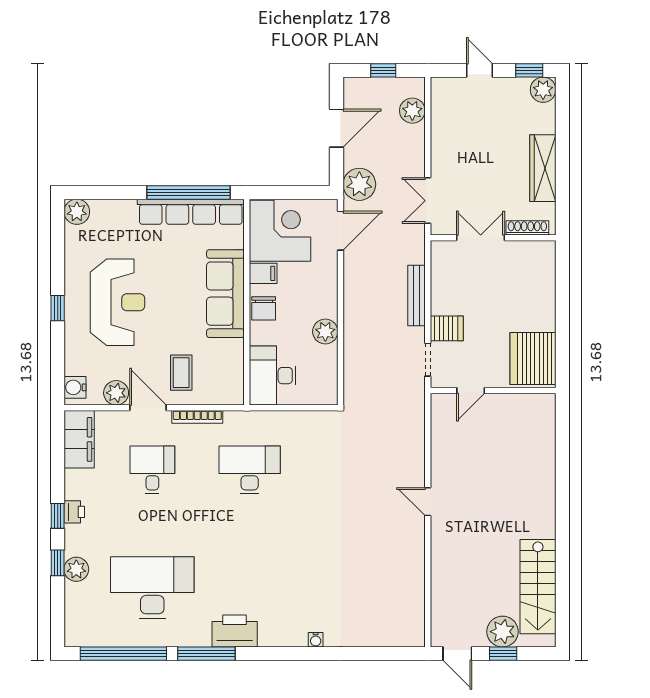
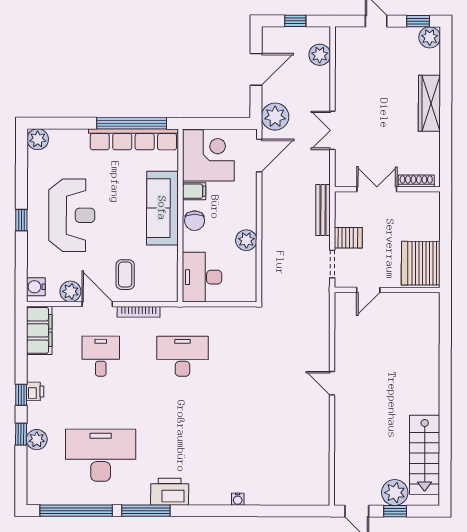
shoe rack: (527, 228) -> (416, 181), moved
double door: (481, 238) -> (377, 189), moved
wall: (493, 238) -> (387, 189), moved

